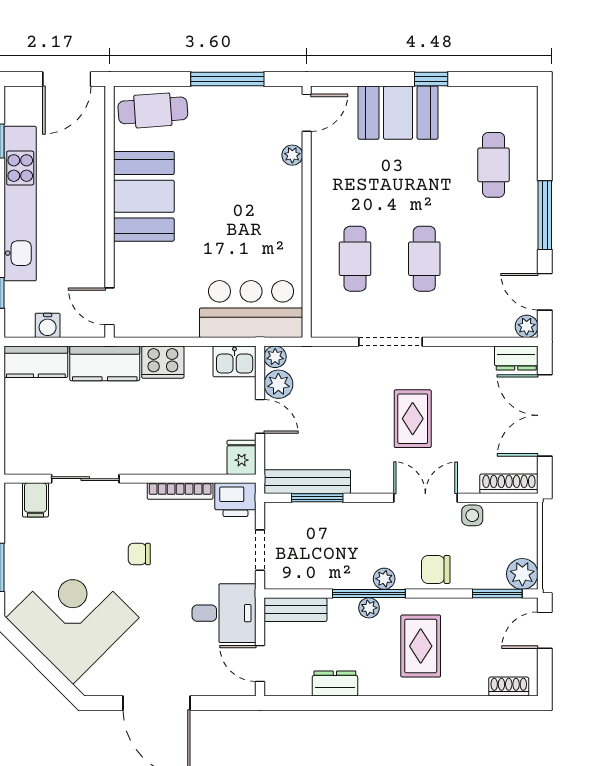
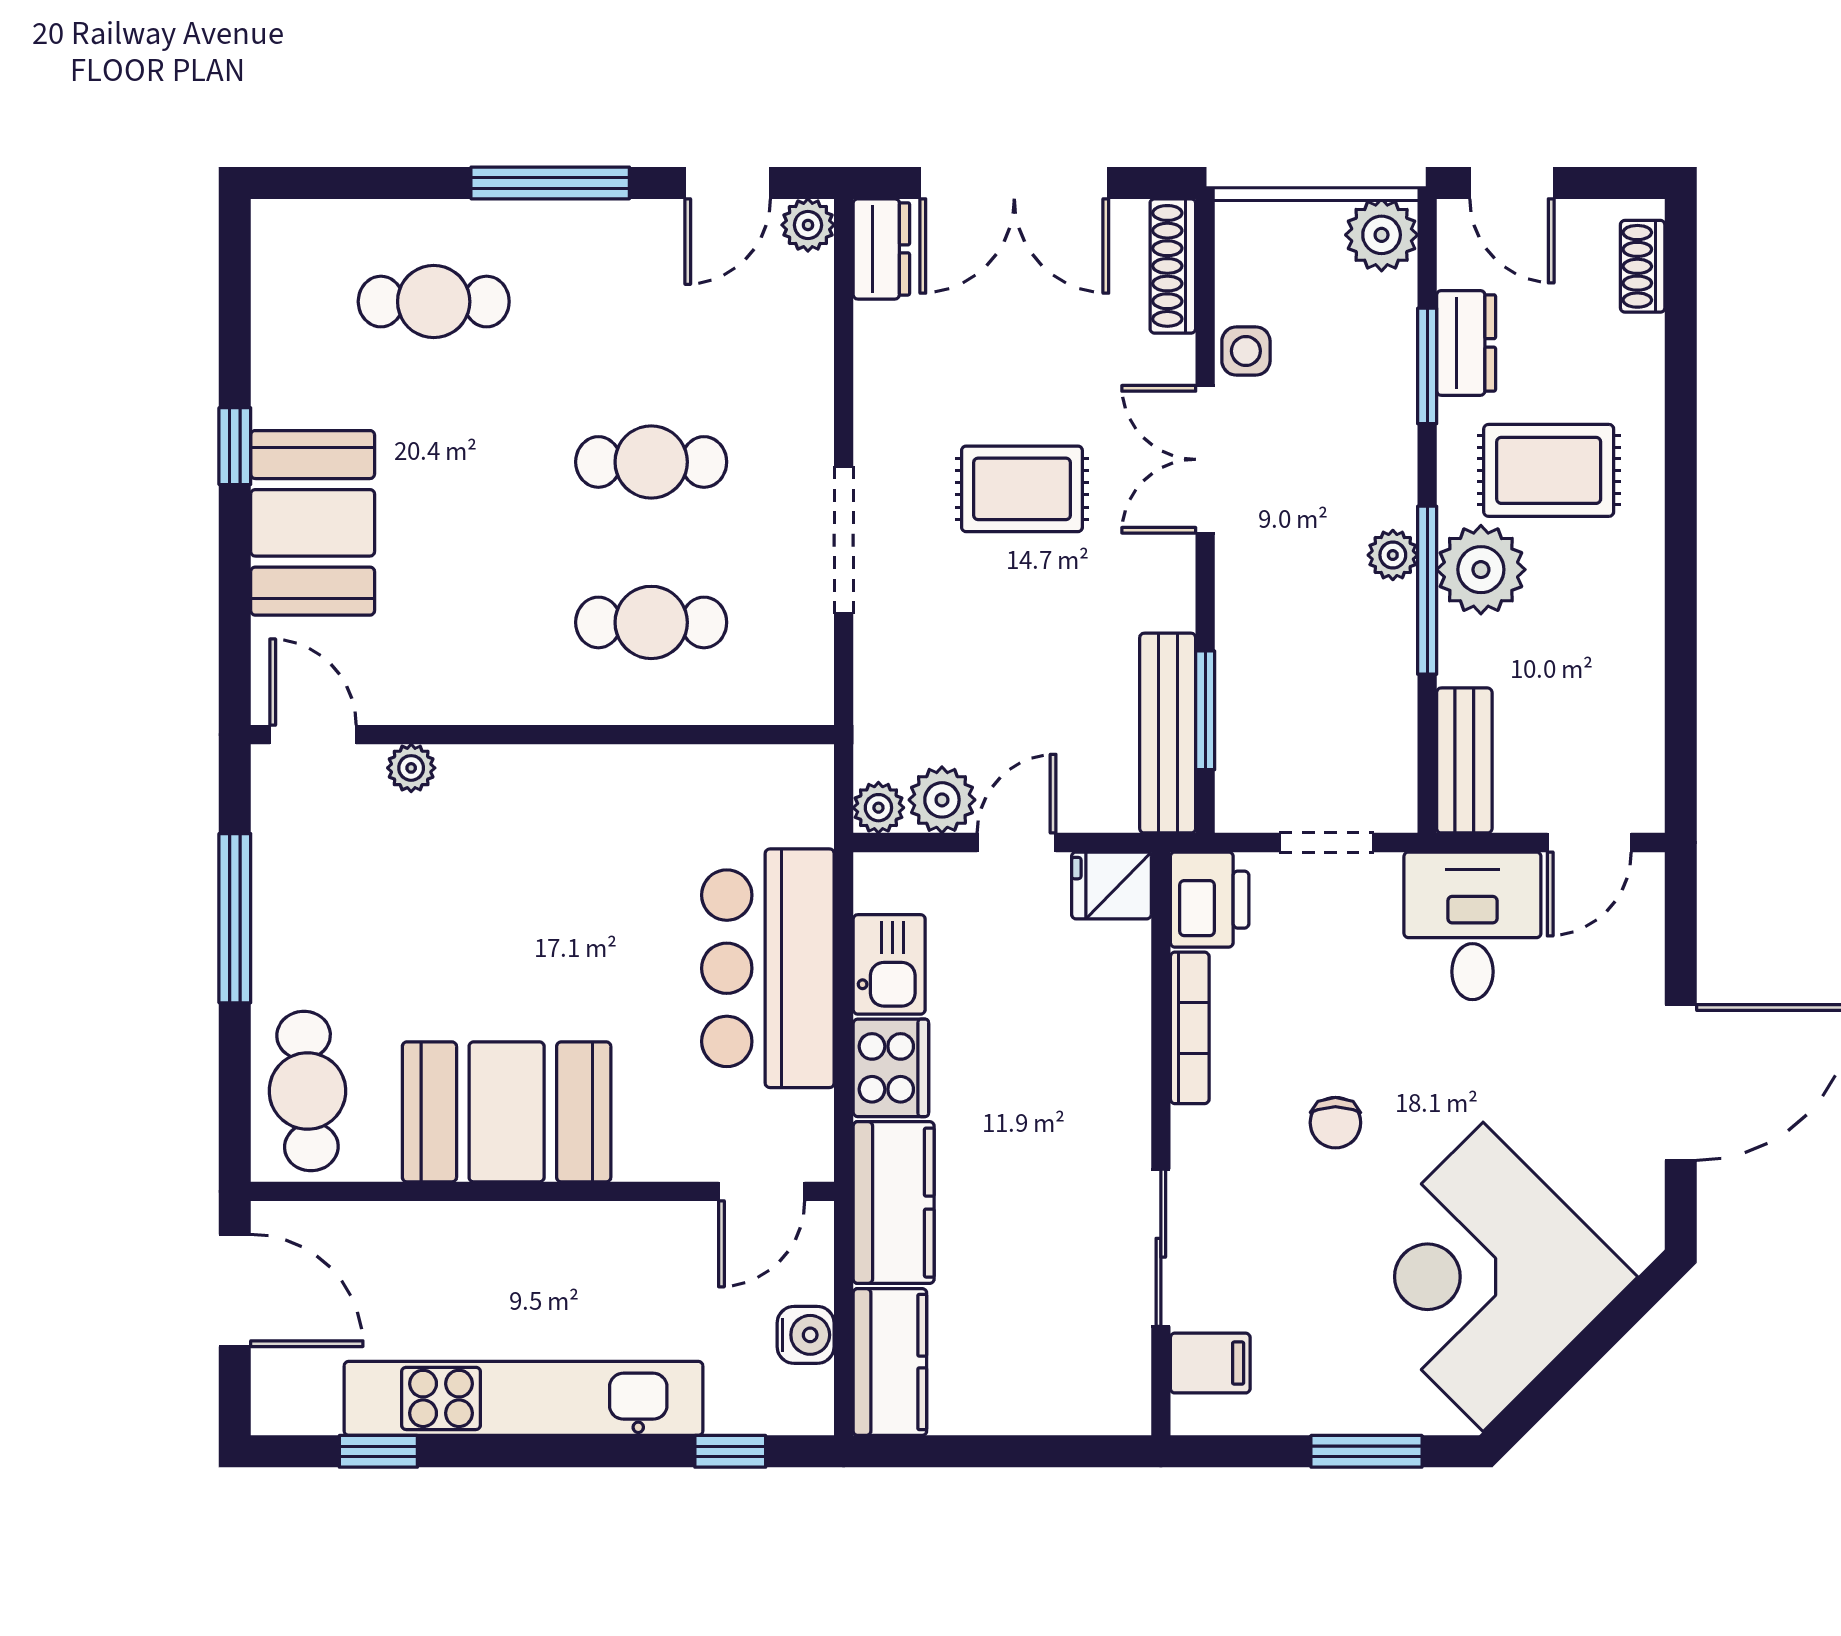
bar counter: (251, 309) -> (768, 968), moved
kitchen sink: (235, 361) -> (889, 964), moved
chair: (436, 569) -> (1371, 436), removed
window: (497, 594) -> (1427, 366), moved
plant: (369, 608) -> (1481, 570), width x1.87, depth x1.87
dresser: (335, 683) -> (1466, 343), moved, turned 180

